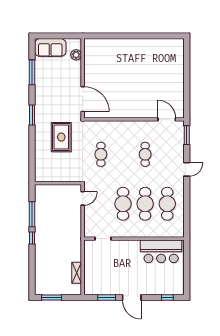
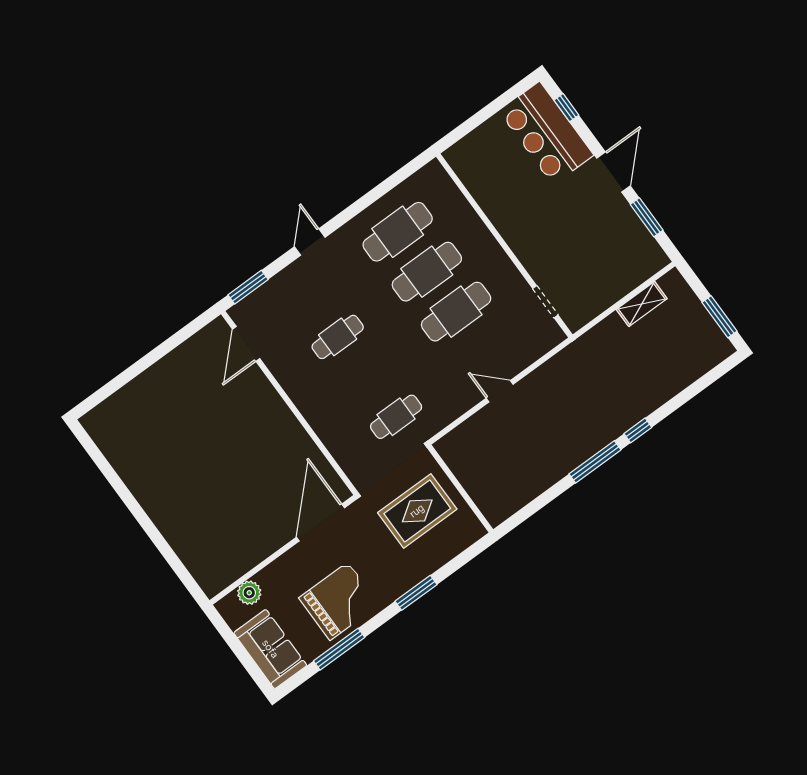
grand piano: (49, 85) -> (339, 601), added
door: (187, 169) -> (310, 242), hinge flipped
wall: (58, 183) -> (460, 489), moved
bar counter: (161, 251) -> (546, 133), moved, turned 180

